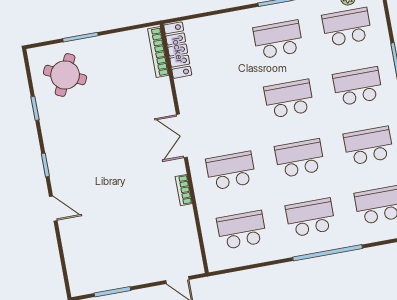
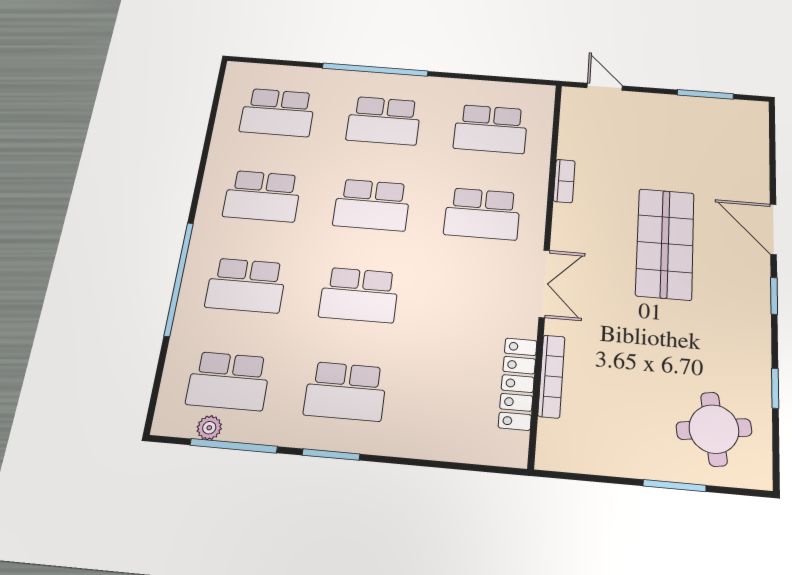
locker: (178, 50) -> (518, 384), moved
bookcase: (158, 52) -> (551, 376), moved
round table: (65, 75) -> (714, 429), turned -33
shop shelf: (116, 181) -> (665, 244), added
bookcase: (184, 190) -> (564, 181), moved
door: (53, 208) -> (773, 229), width x1.38

